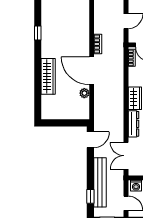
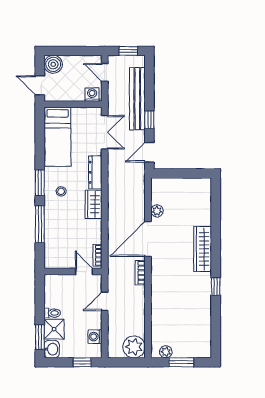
door: (92, 71) -> (148, 239), swing flipped
wardrobe: (48, 76) -> (203, 249), moved
window: (90, 196) -> (149, 120), moved

